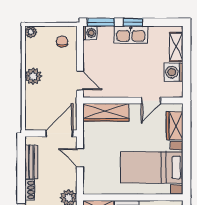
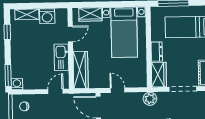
window: (133, 22) -> (7, 32), moved
kitchen sink: (131, 35) -> (61, 57), moved, turned 180
door: (151, 101) -> (70, 34), hinge flipped
door: (80, 158) -> (118, 90), swing flipped

